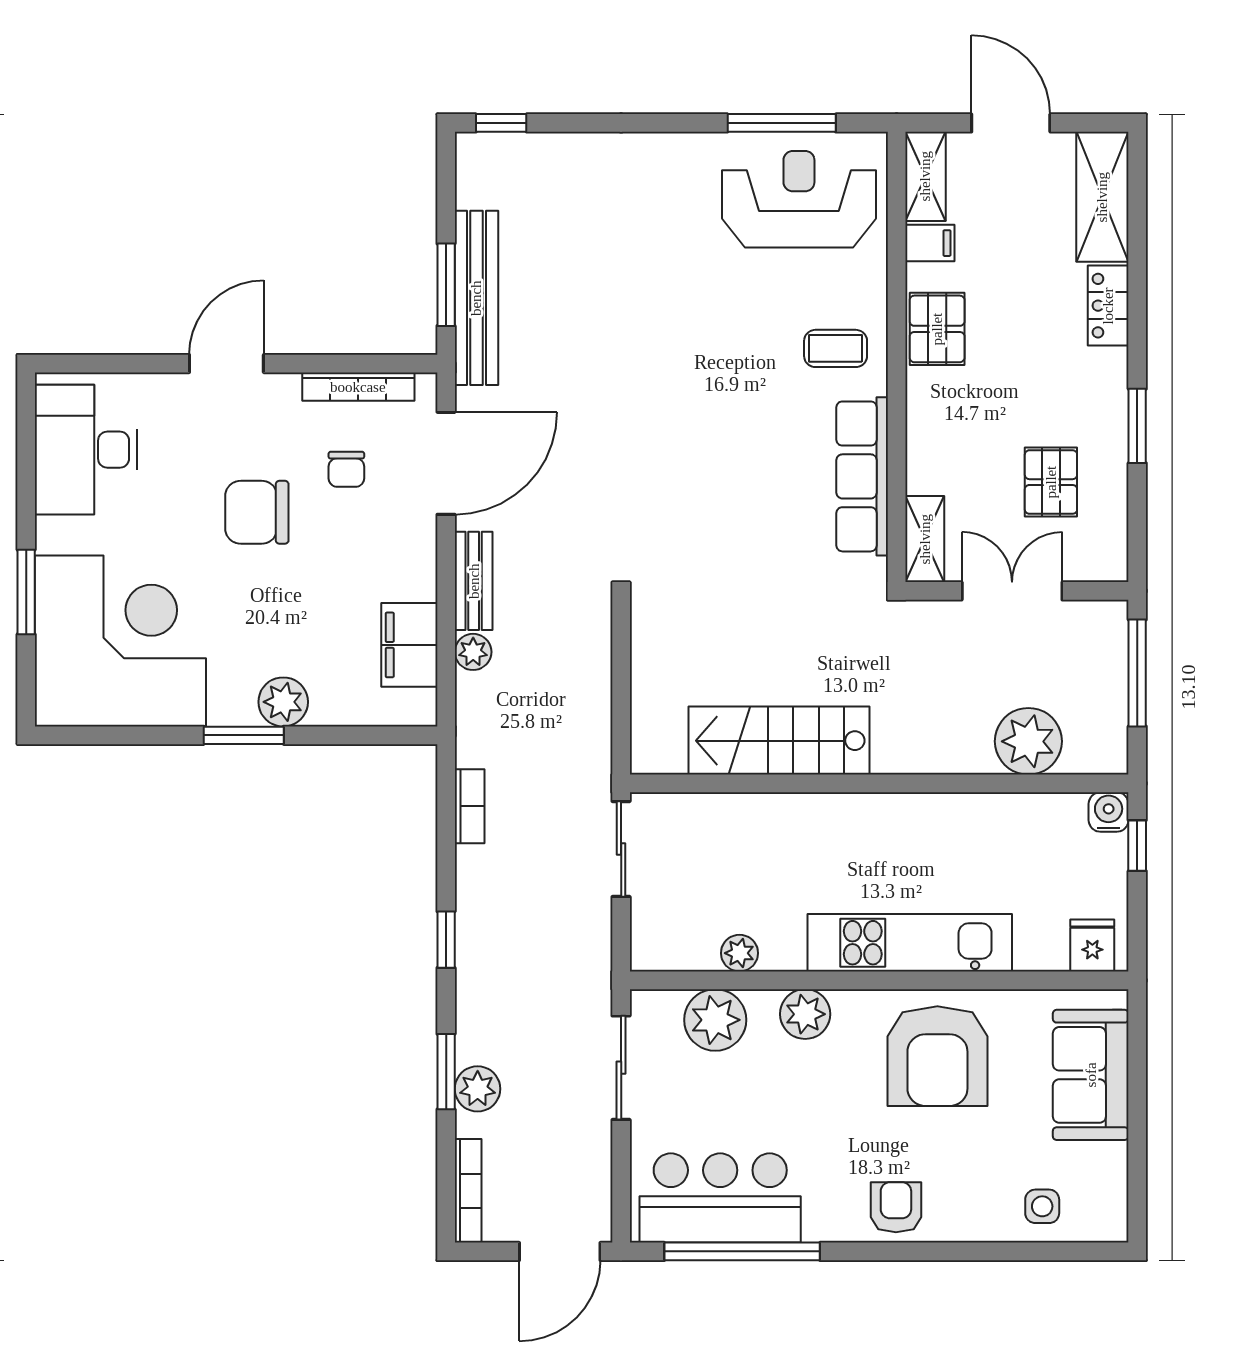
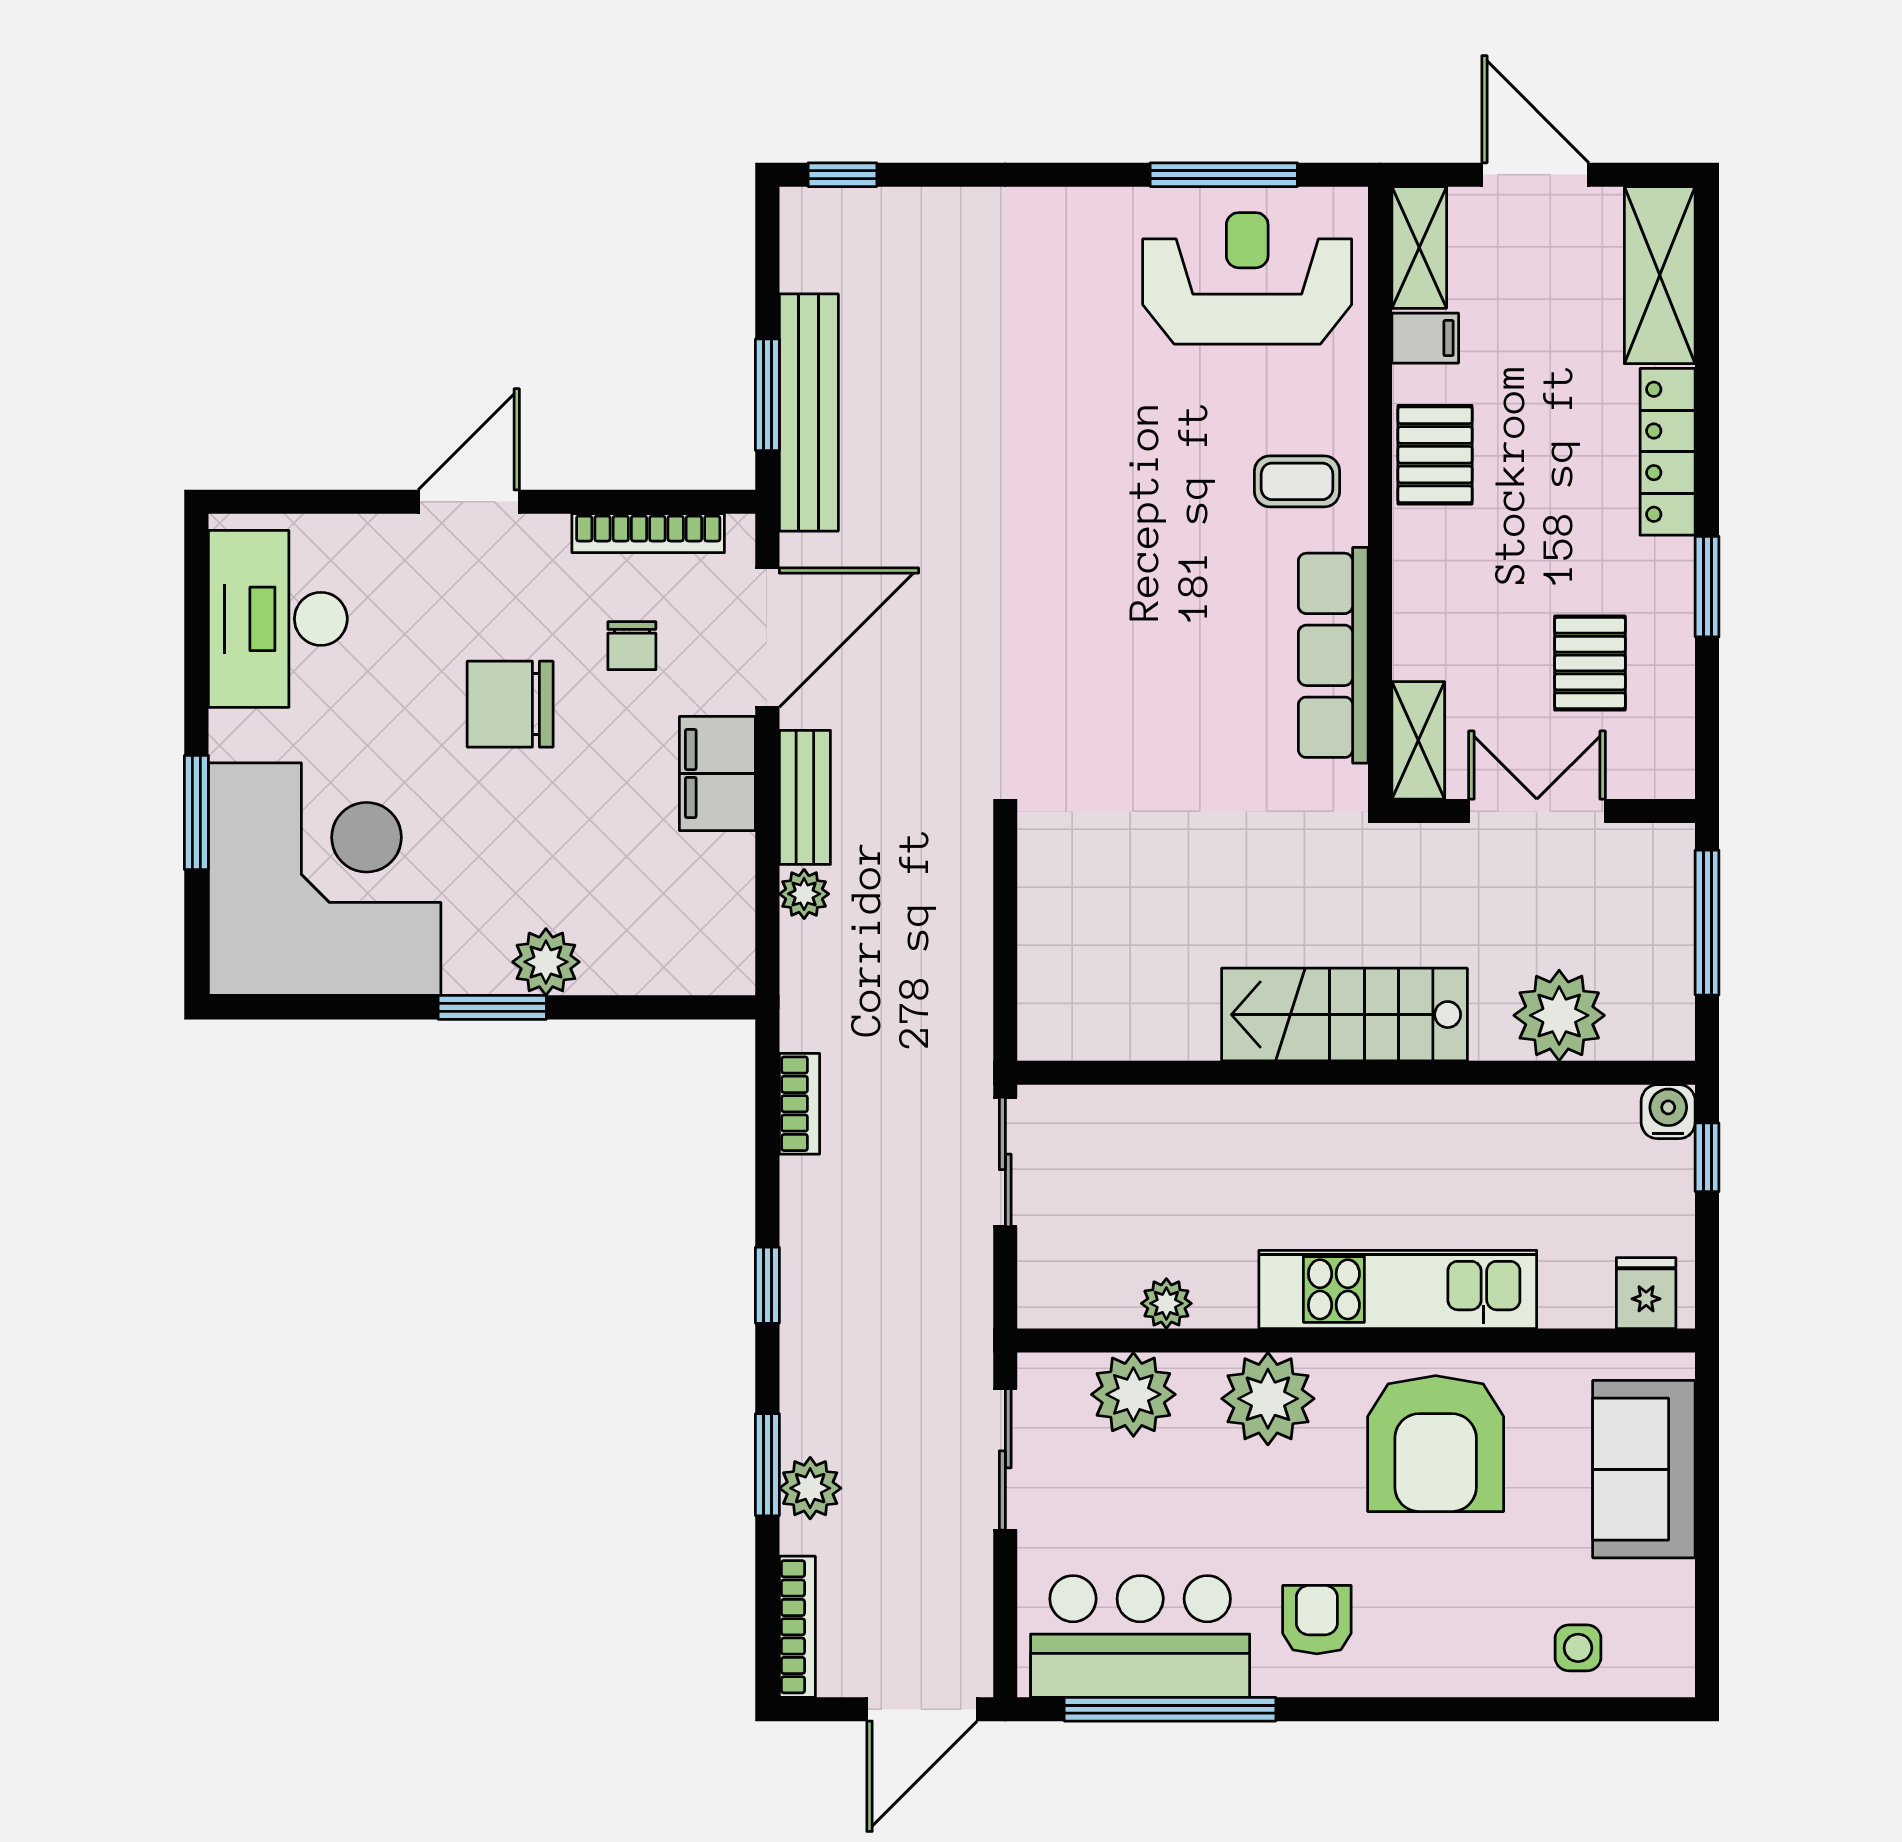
locker: (1108, 306) -> (1668, 452), width x1.53
filing cabinet: (409, 645) -> (717, 773), moved
stairs: (779, 741) -> (1344, 1015), moved
plant: (805, 1014) -> (1268, 1399), width x1.36, depth x1.36
armchair: (896, 1207) -> (1317, 1620), moved

